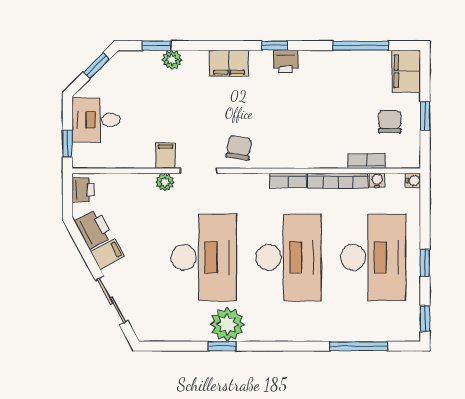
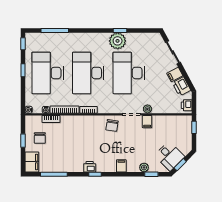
filing cabinet: (229, 63) -> (121, 166), width x0.50
desk: (96, 120) -> (169, 156), moved, turned 45

